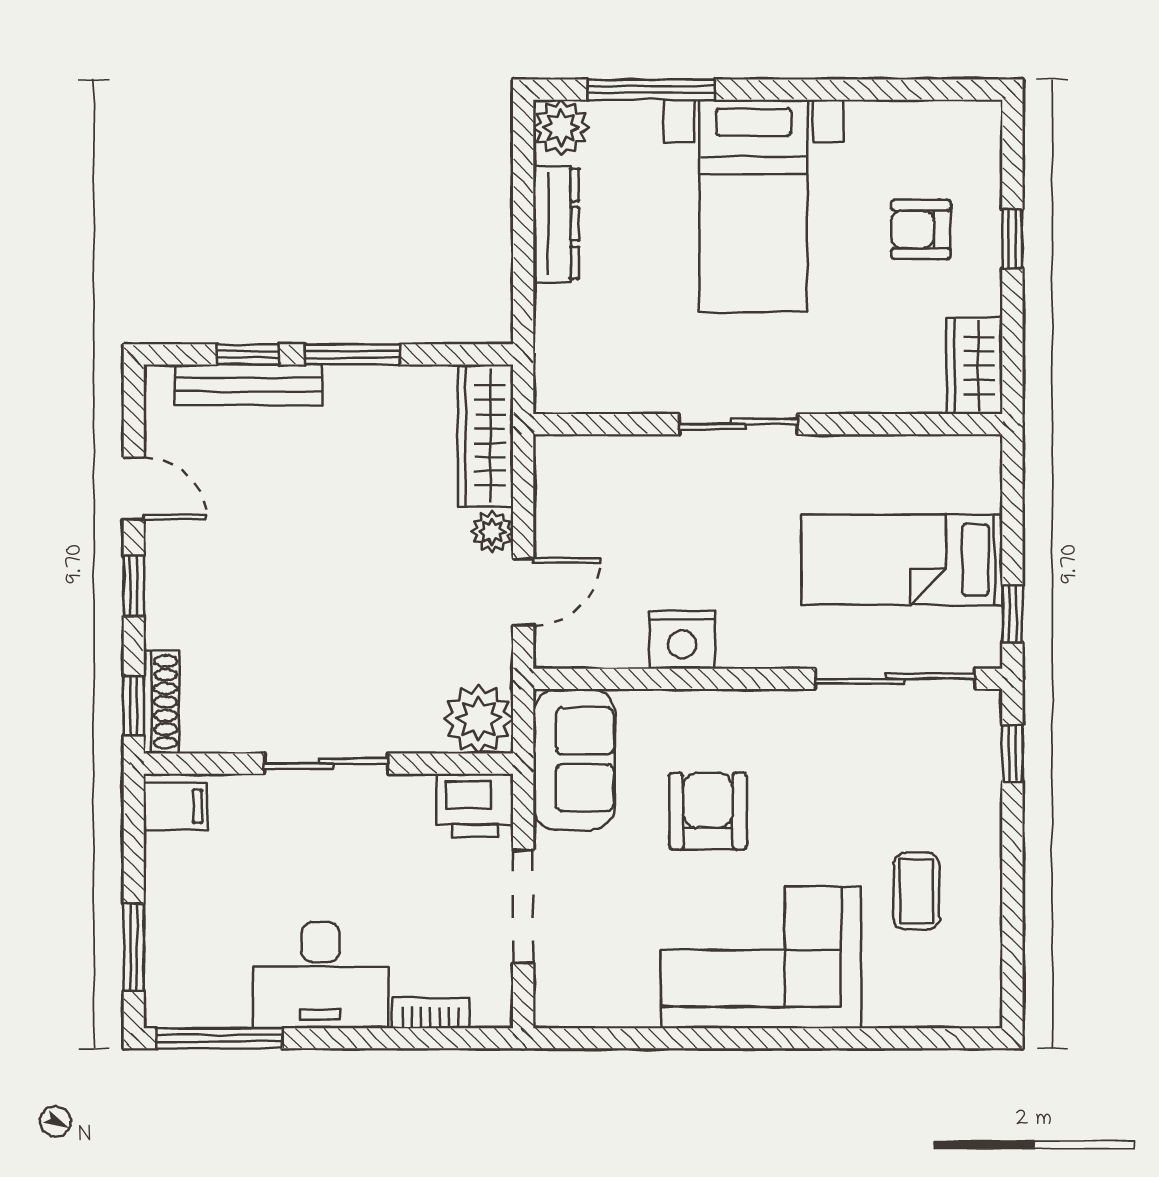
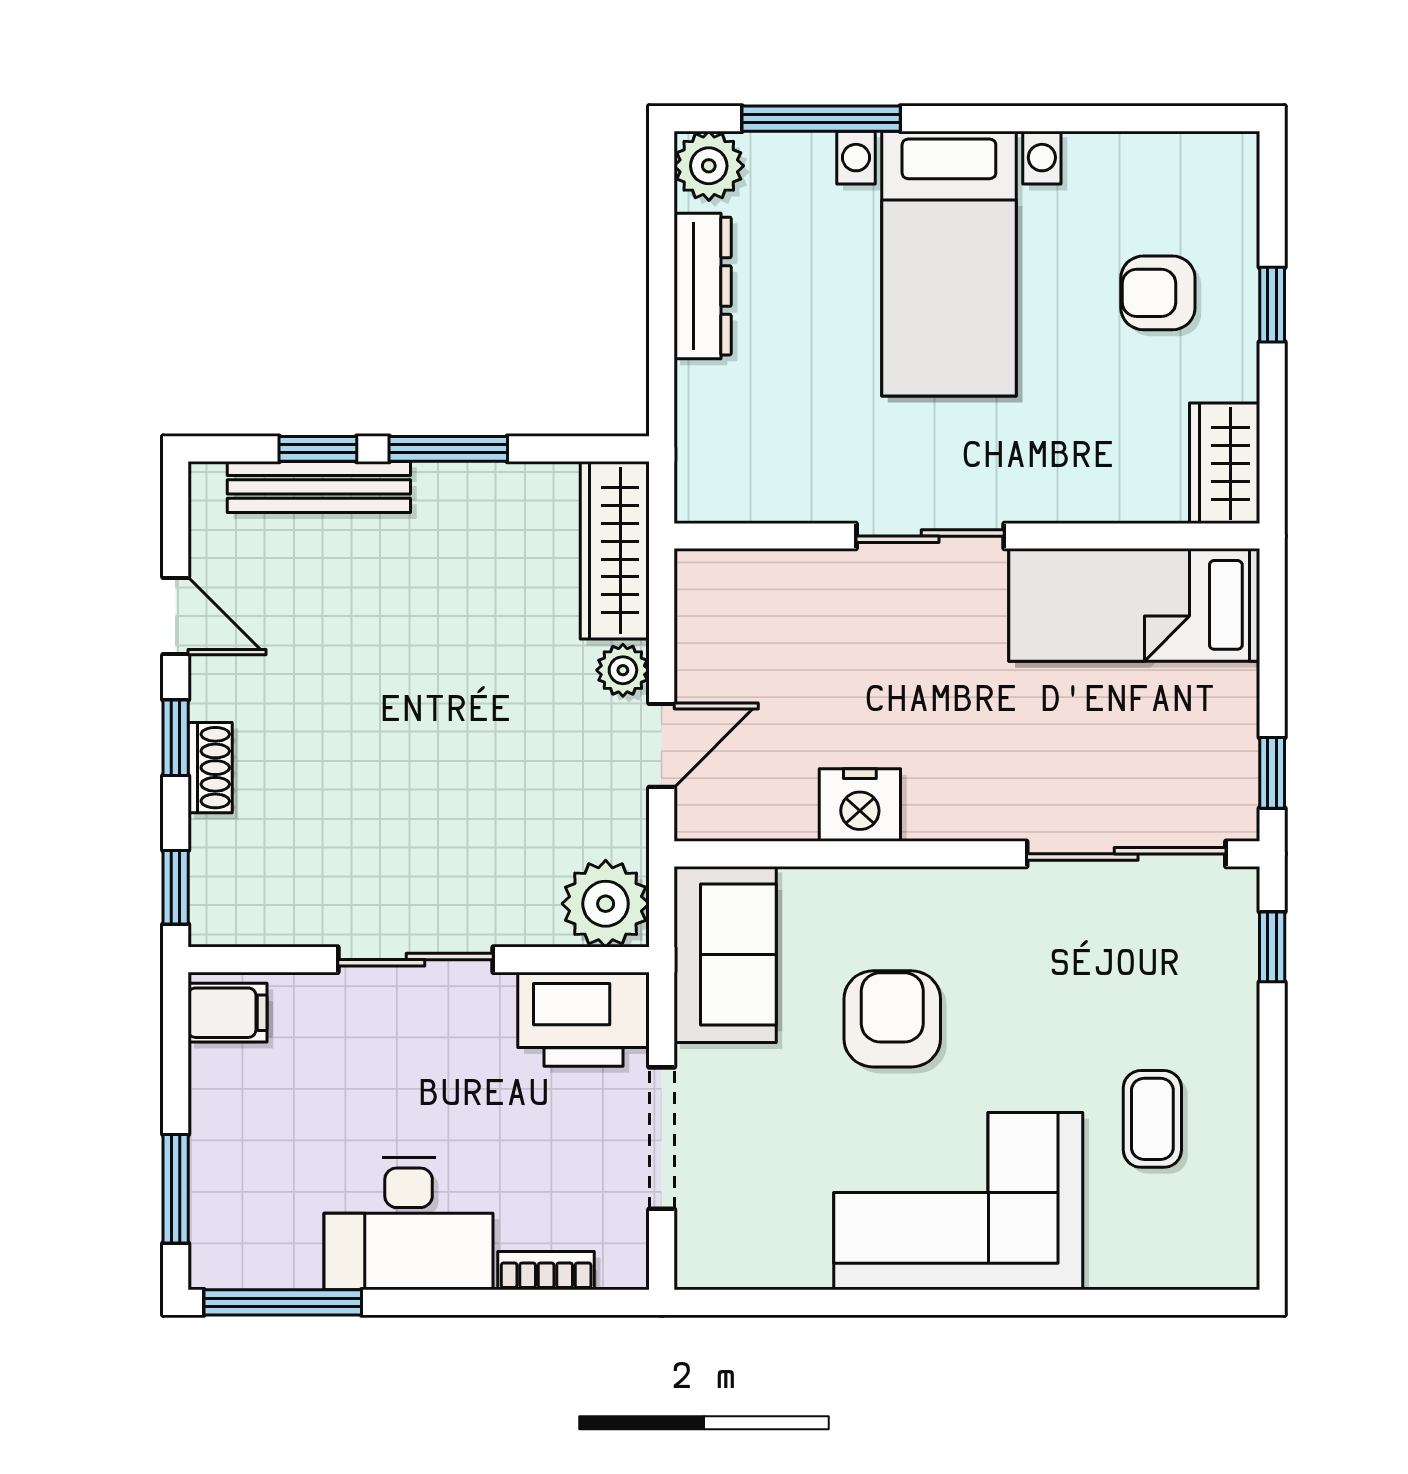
bed: (902, 560) -> (1134, 605), moved
shoe rack: (161, 702) -> (210, 768), moved, width x0.70
printer: (475, 805) -> (584, 1019), width x1.37, depth x1.19

